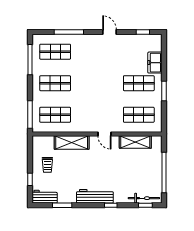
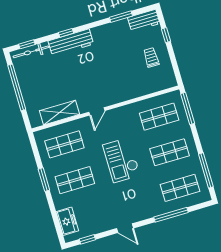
freezer: (155, 63) -> (67, 221), moved
checkout: (96, 88) -> (121, 160), added
door: (104, 134) -> (97, 111), swing flipped
shelving: (72, 142) -> (131, 91), removed
workbench: (95, 196) -> (71, 42), moved

